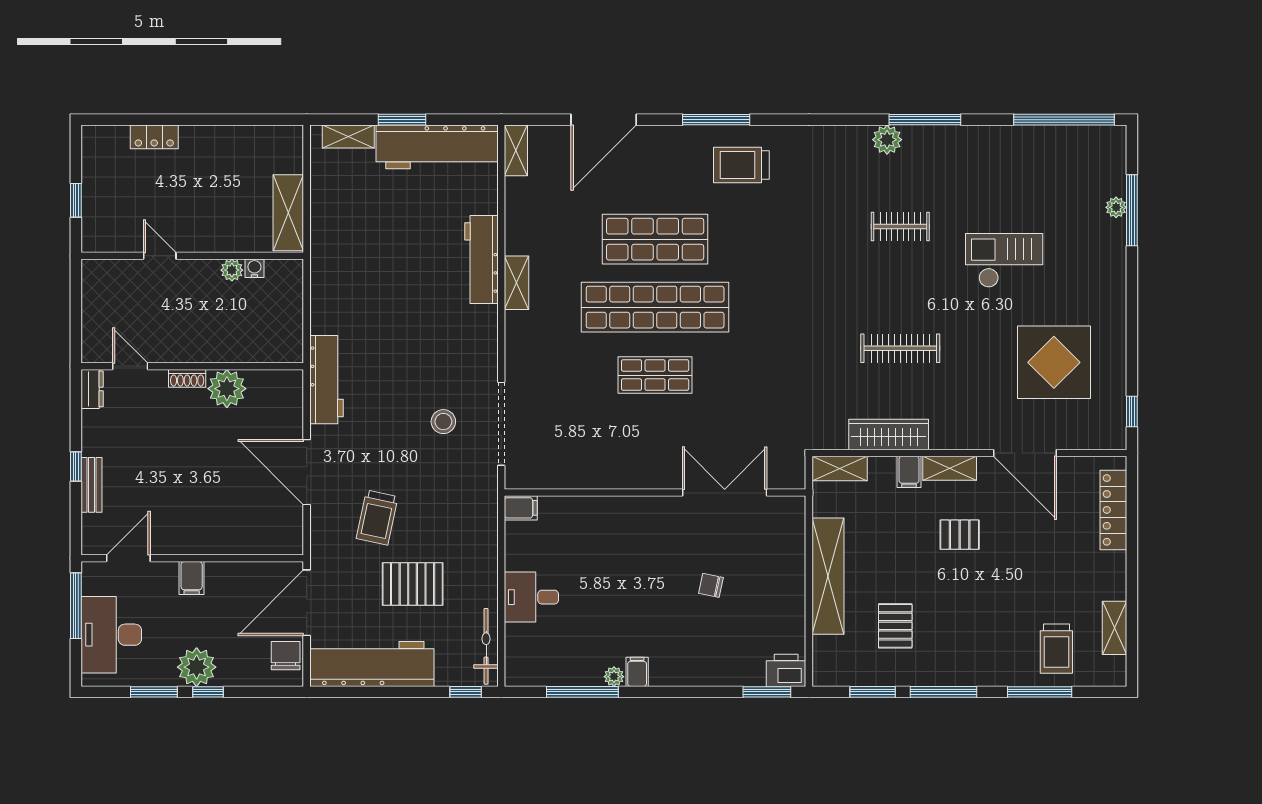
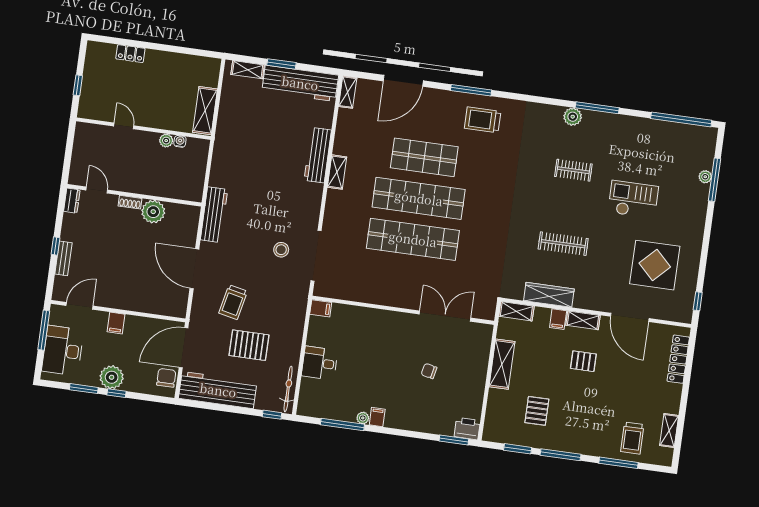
shop shelf: (655, 375) -> (413, 239), width x2.00, depth x1.36
shelving: (828, 576) -> (502, 364), width x0.68

